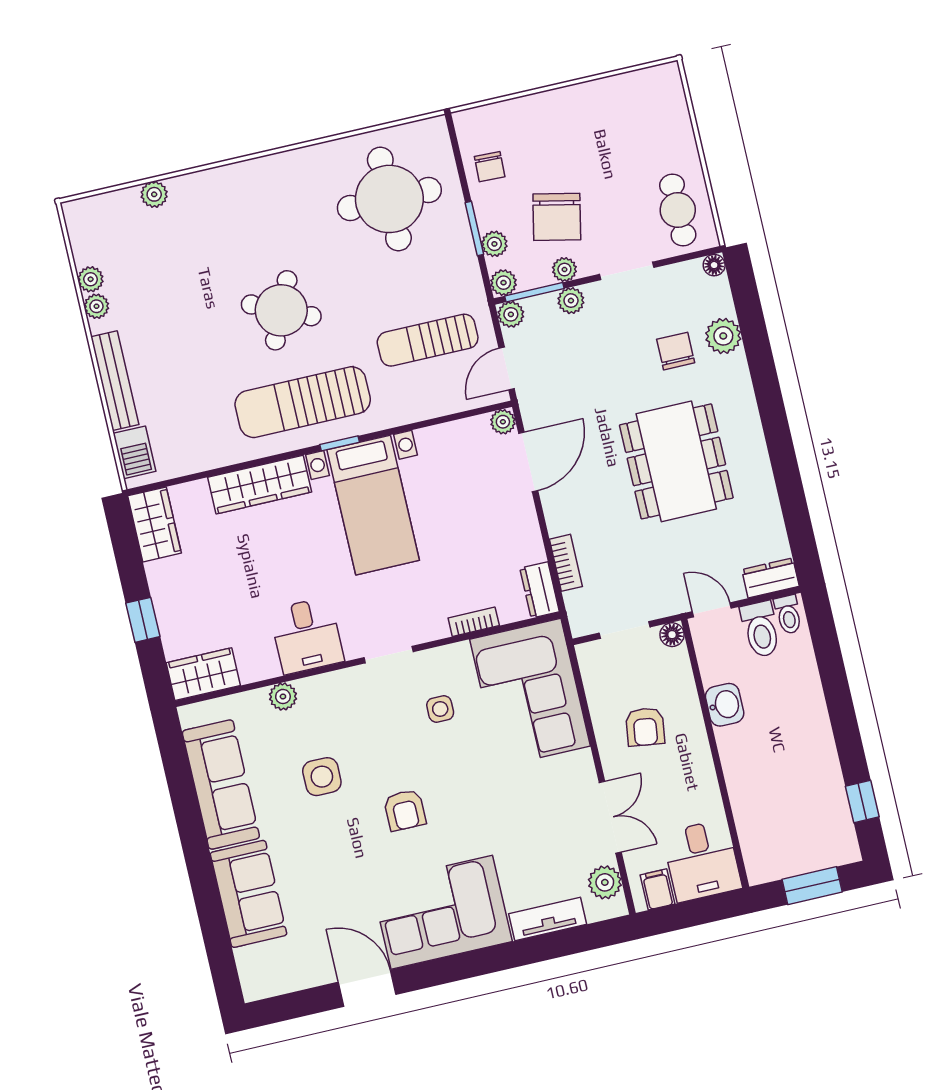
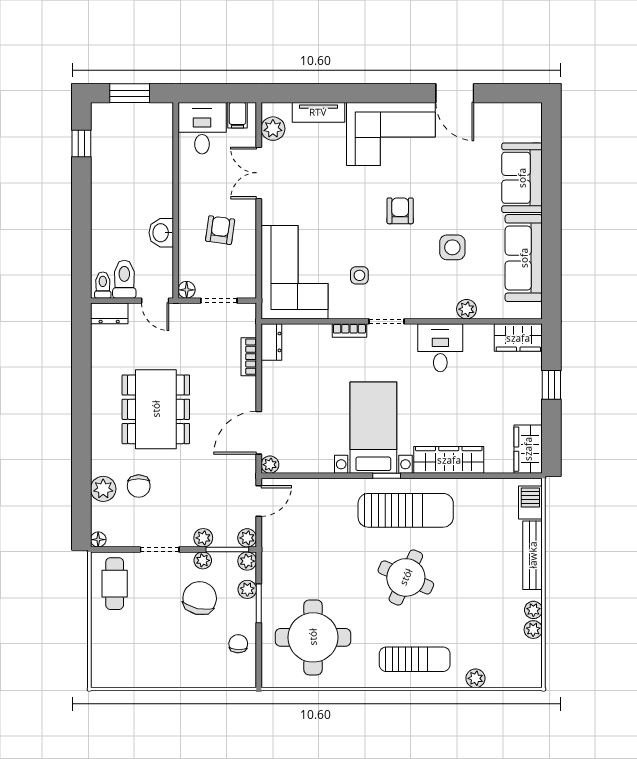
sun lounger: (428, 340) -> (415, 659), moved
bookcase: (474, 622) -> (349, 330), moved

